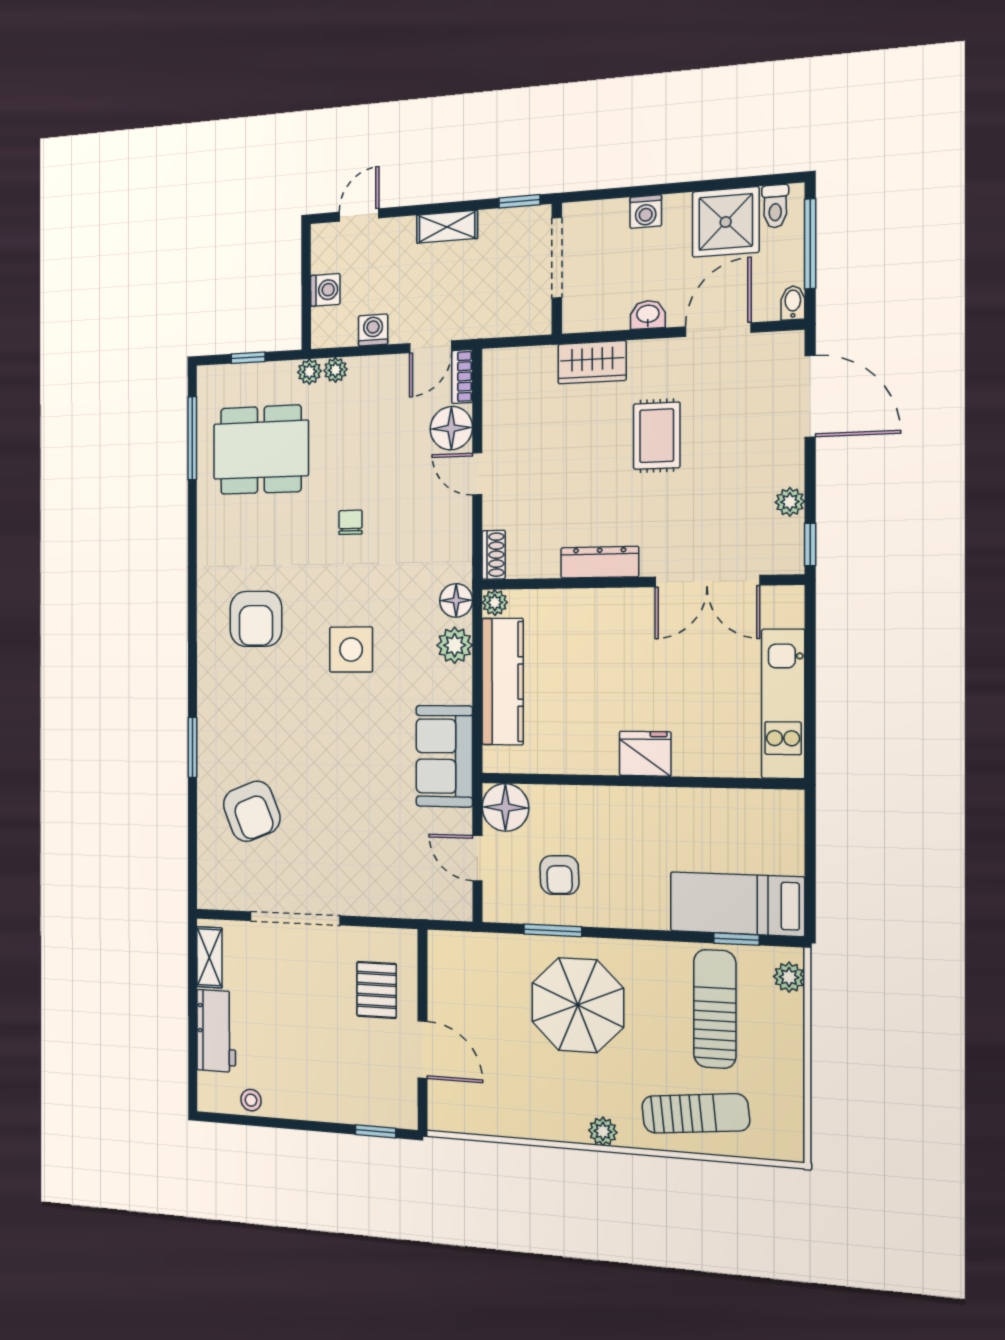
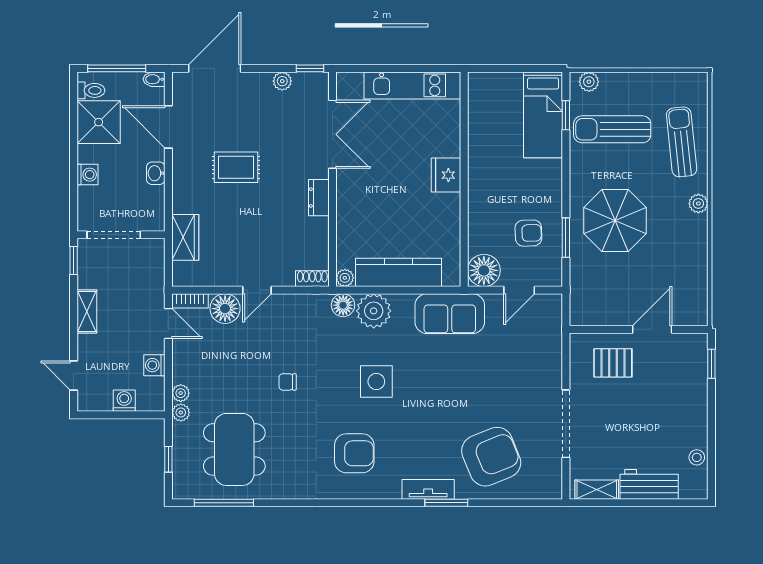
wardrobe: (592, 362) -> (185, 237), moved
dresser: (600, 562) -> (319, 198), width x0.70
plant: (455, 645) -> (374, 311), width x1.36, depth x1.36
tv unit: (210, 722) -> (428, 489), added
armchair: (252, 811) -> (491, 457), width x1.36, depth x1.36

